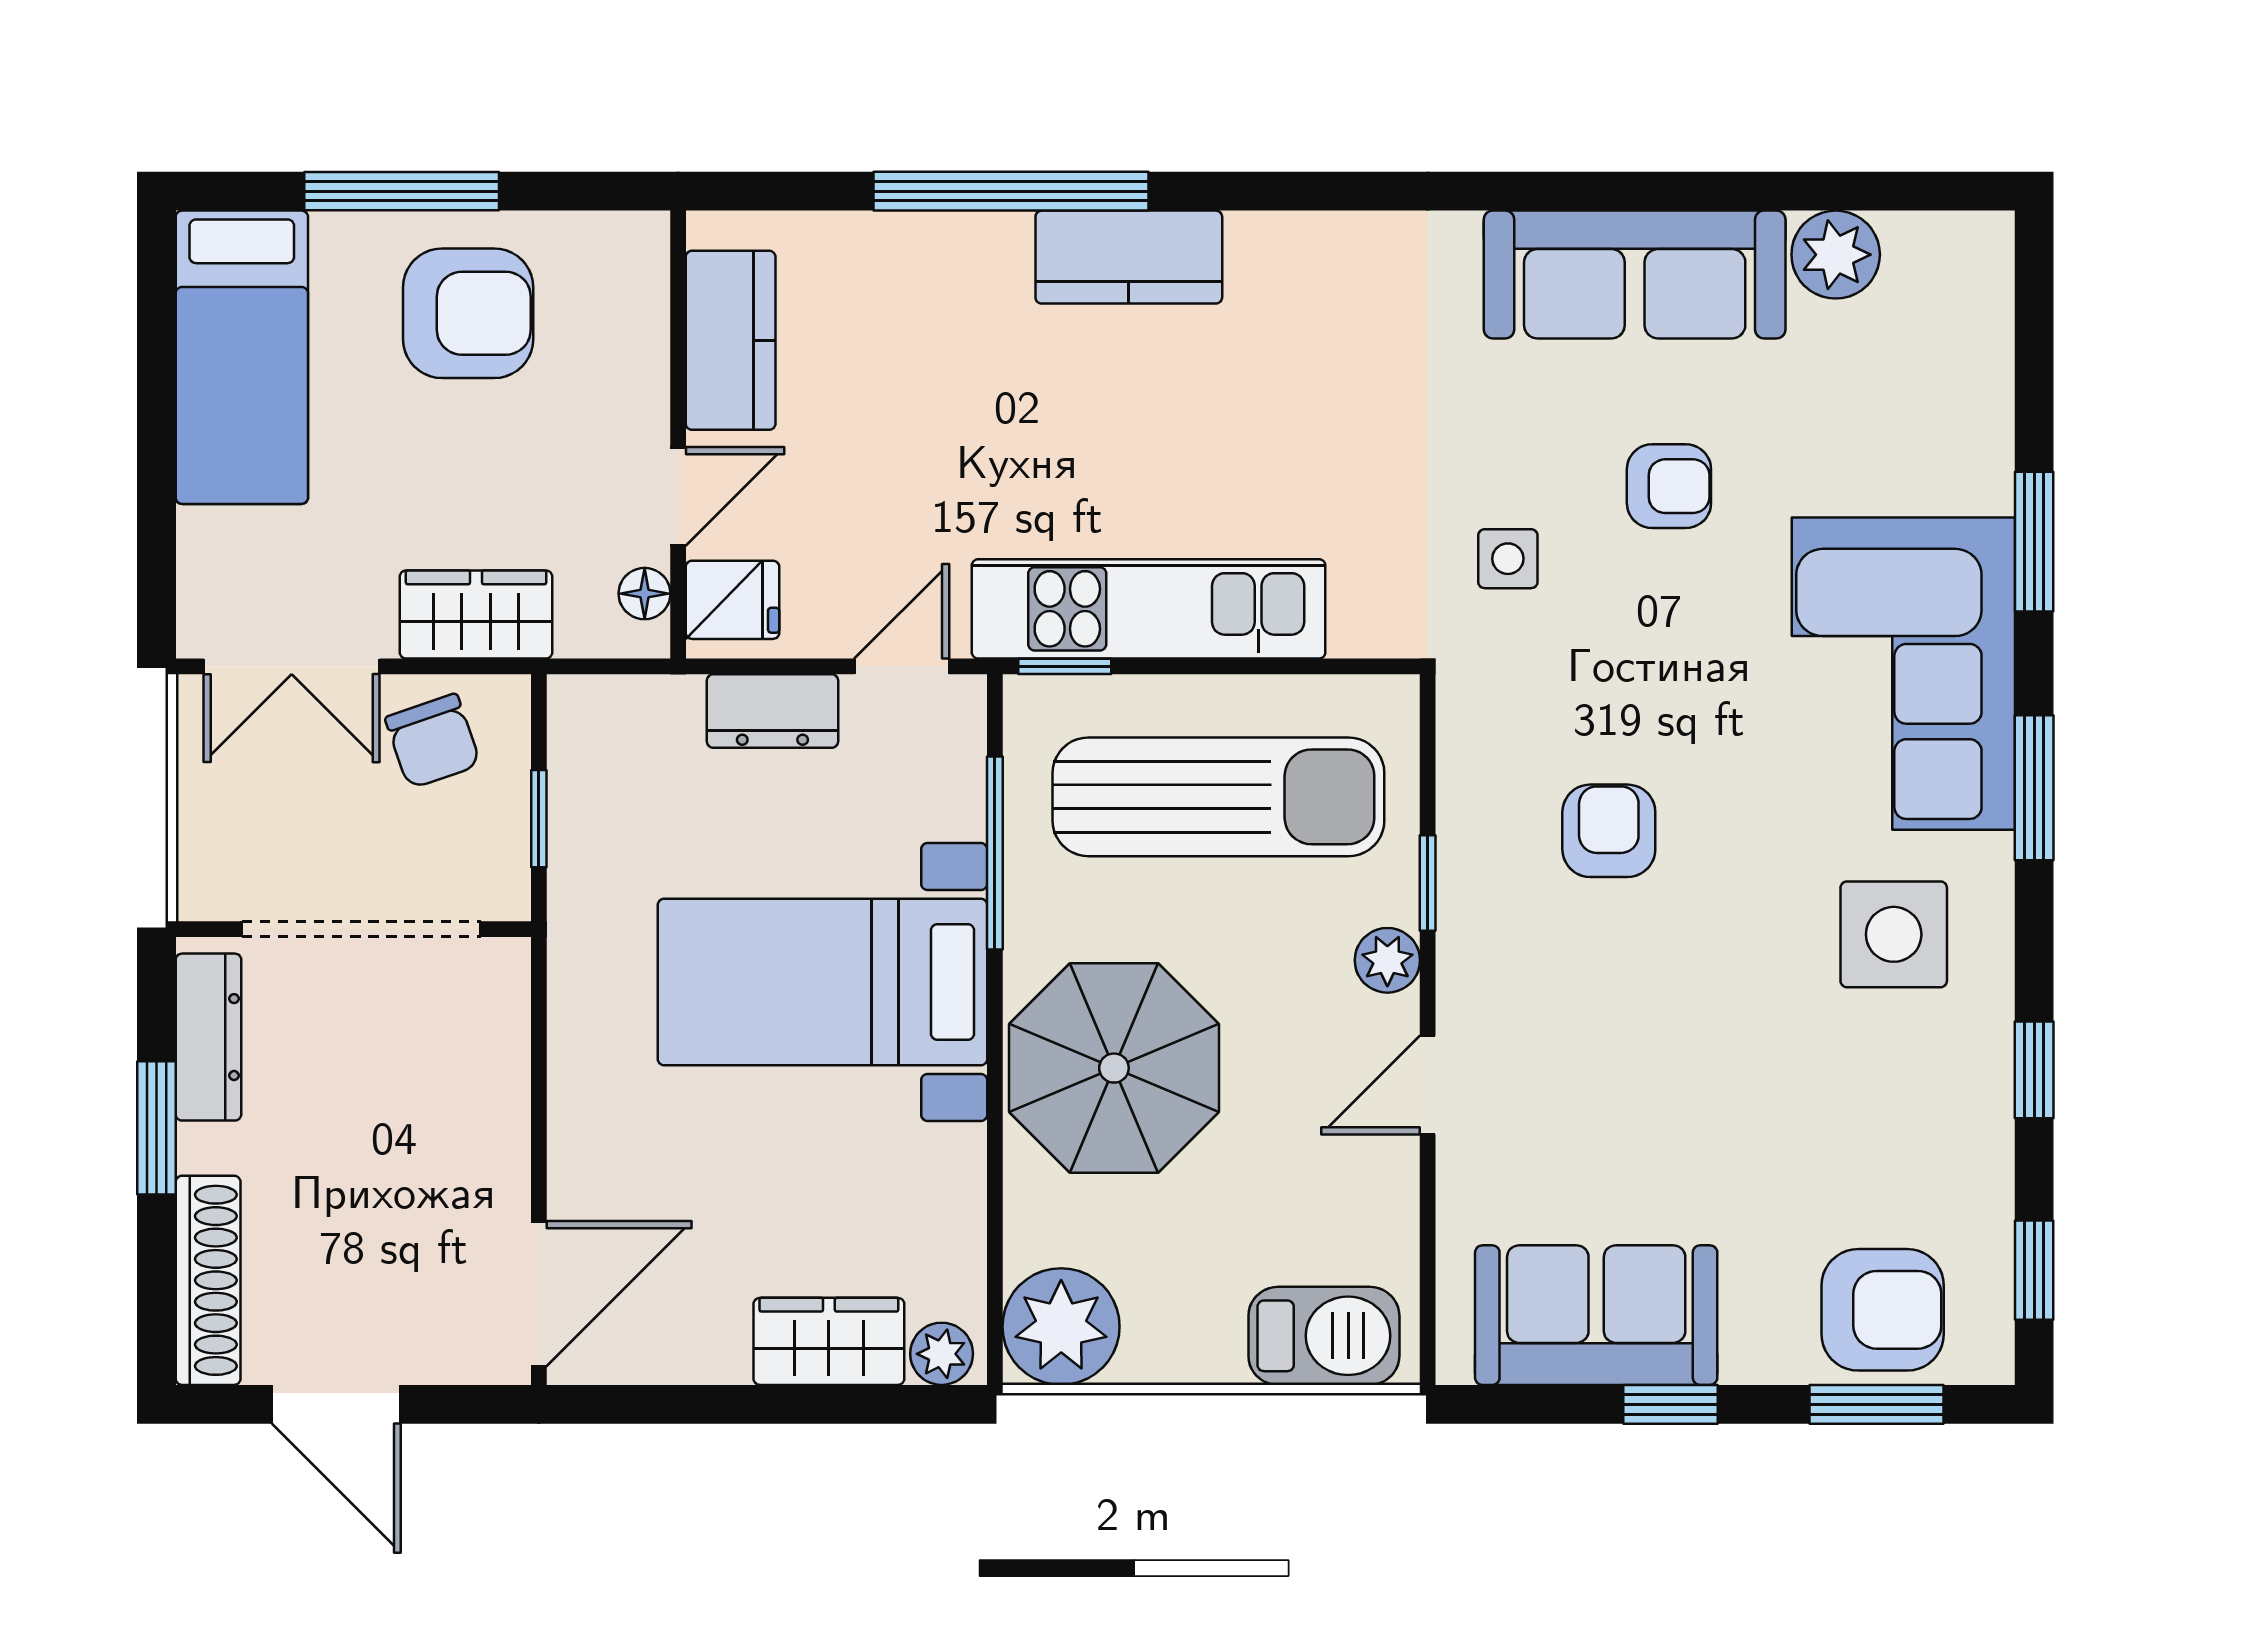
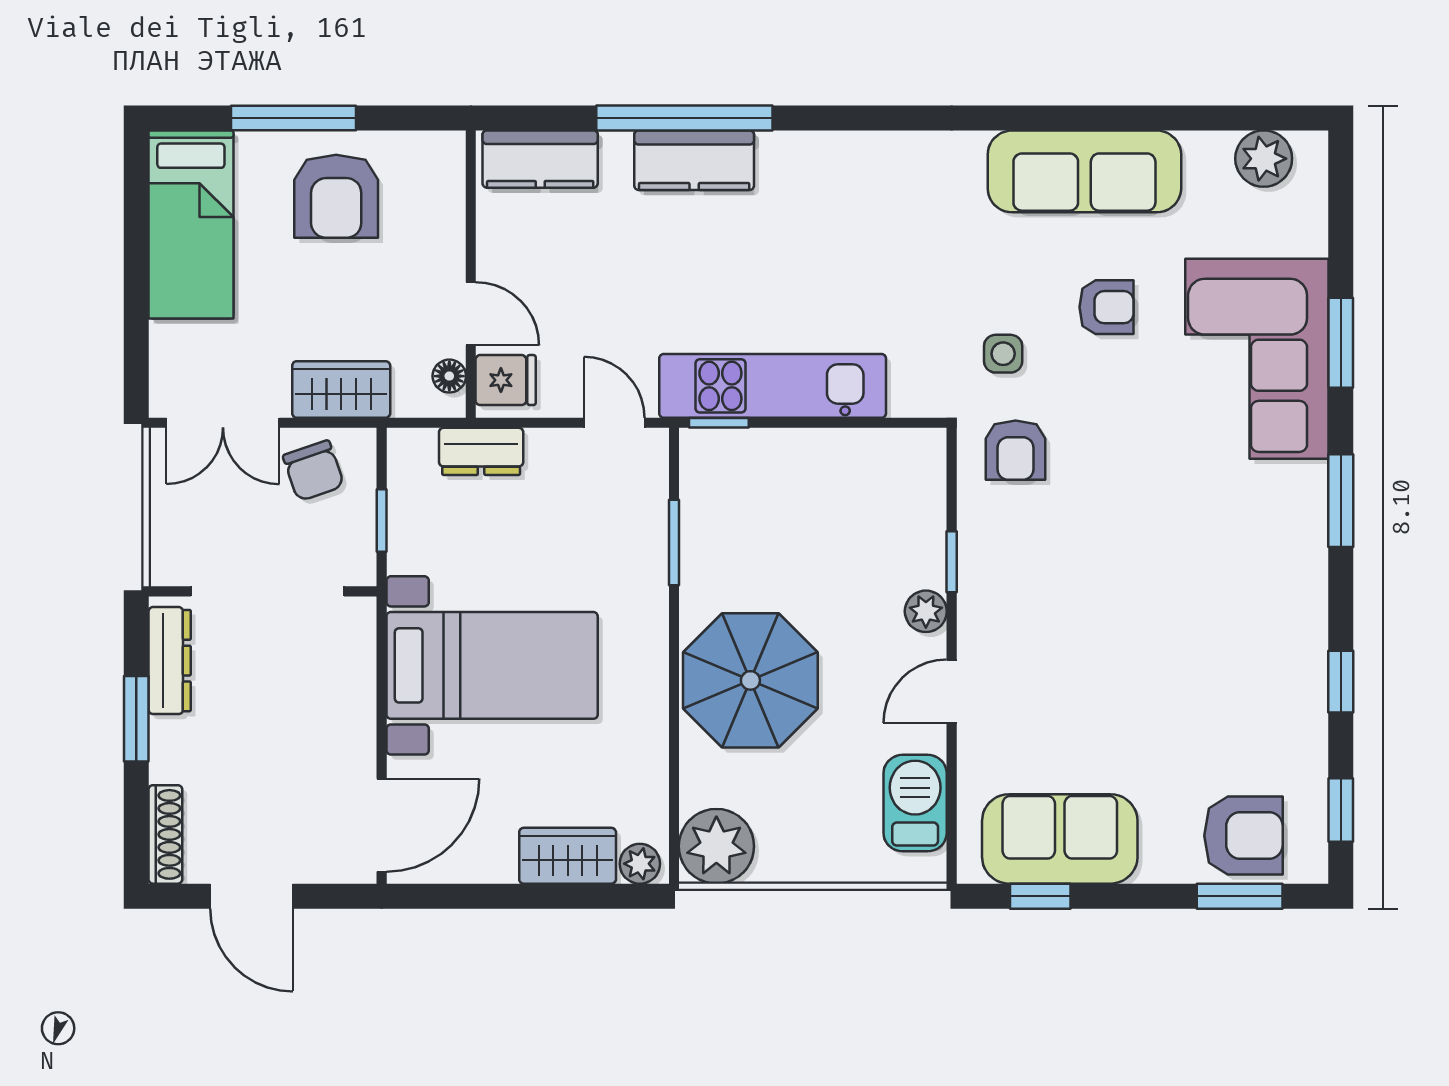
plant: (1836, 255) -> (1264, 159), moved
kitchen counter: (1129, 257) -> (694, 160), moved
armchair: (468, 313) -> (336, 196), turned 90
kitchen counter: (731, 340) -> (540, 159), moved, turned 90
door: (678, 496) -> (471, 314), hinge flipped
door: (902, 666) -> (614, 423), hinge flipped
corner sofa: (1903, 674) -> (1257, 359), moved
dresser: (772, 711) -> (481, 451), moved
sun lounger: (1218, 797) -> (817, 506), removed
armchair: (1609, 831) -> (1016, 450), moved, turned 180
window: (995, 853) -> (674, 543), width x0.69
side table: (1894, 934) -> (1251, 595), removed
bed with nightstands: (822, 982) -> (492, 665), moved, turned 180
shoe rack: (208, 1280) -> (165, 834), width x0.74, depth x0.81
barbecue: (1324, 1336) -> (915, 803), moved, turned -90
window: (1671, 1404) -> (1040, 896), moved

